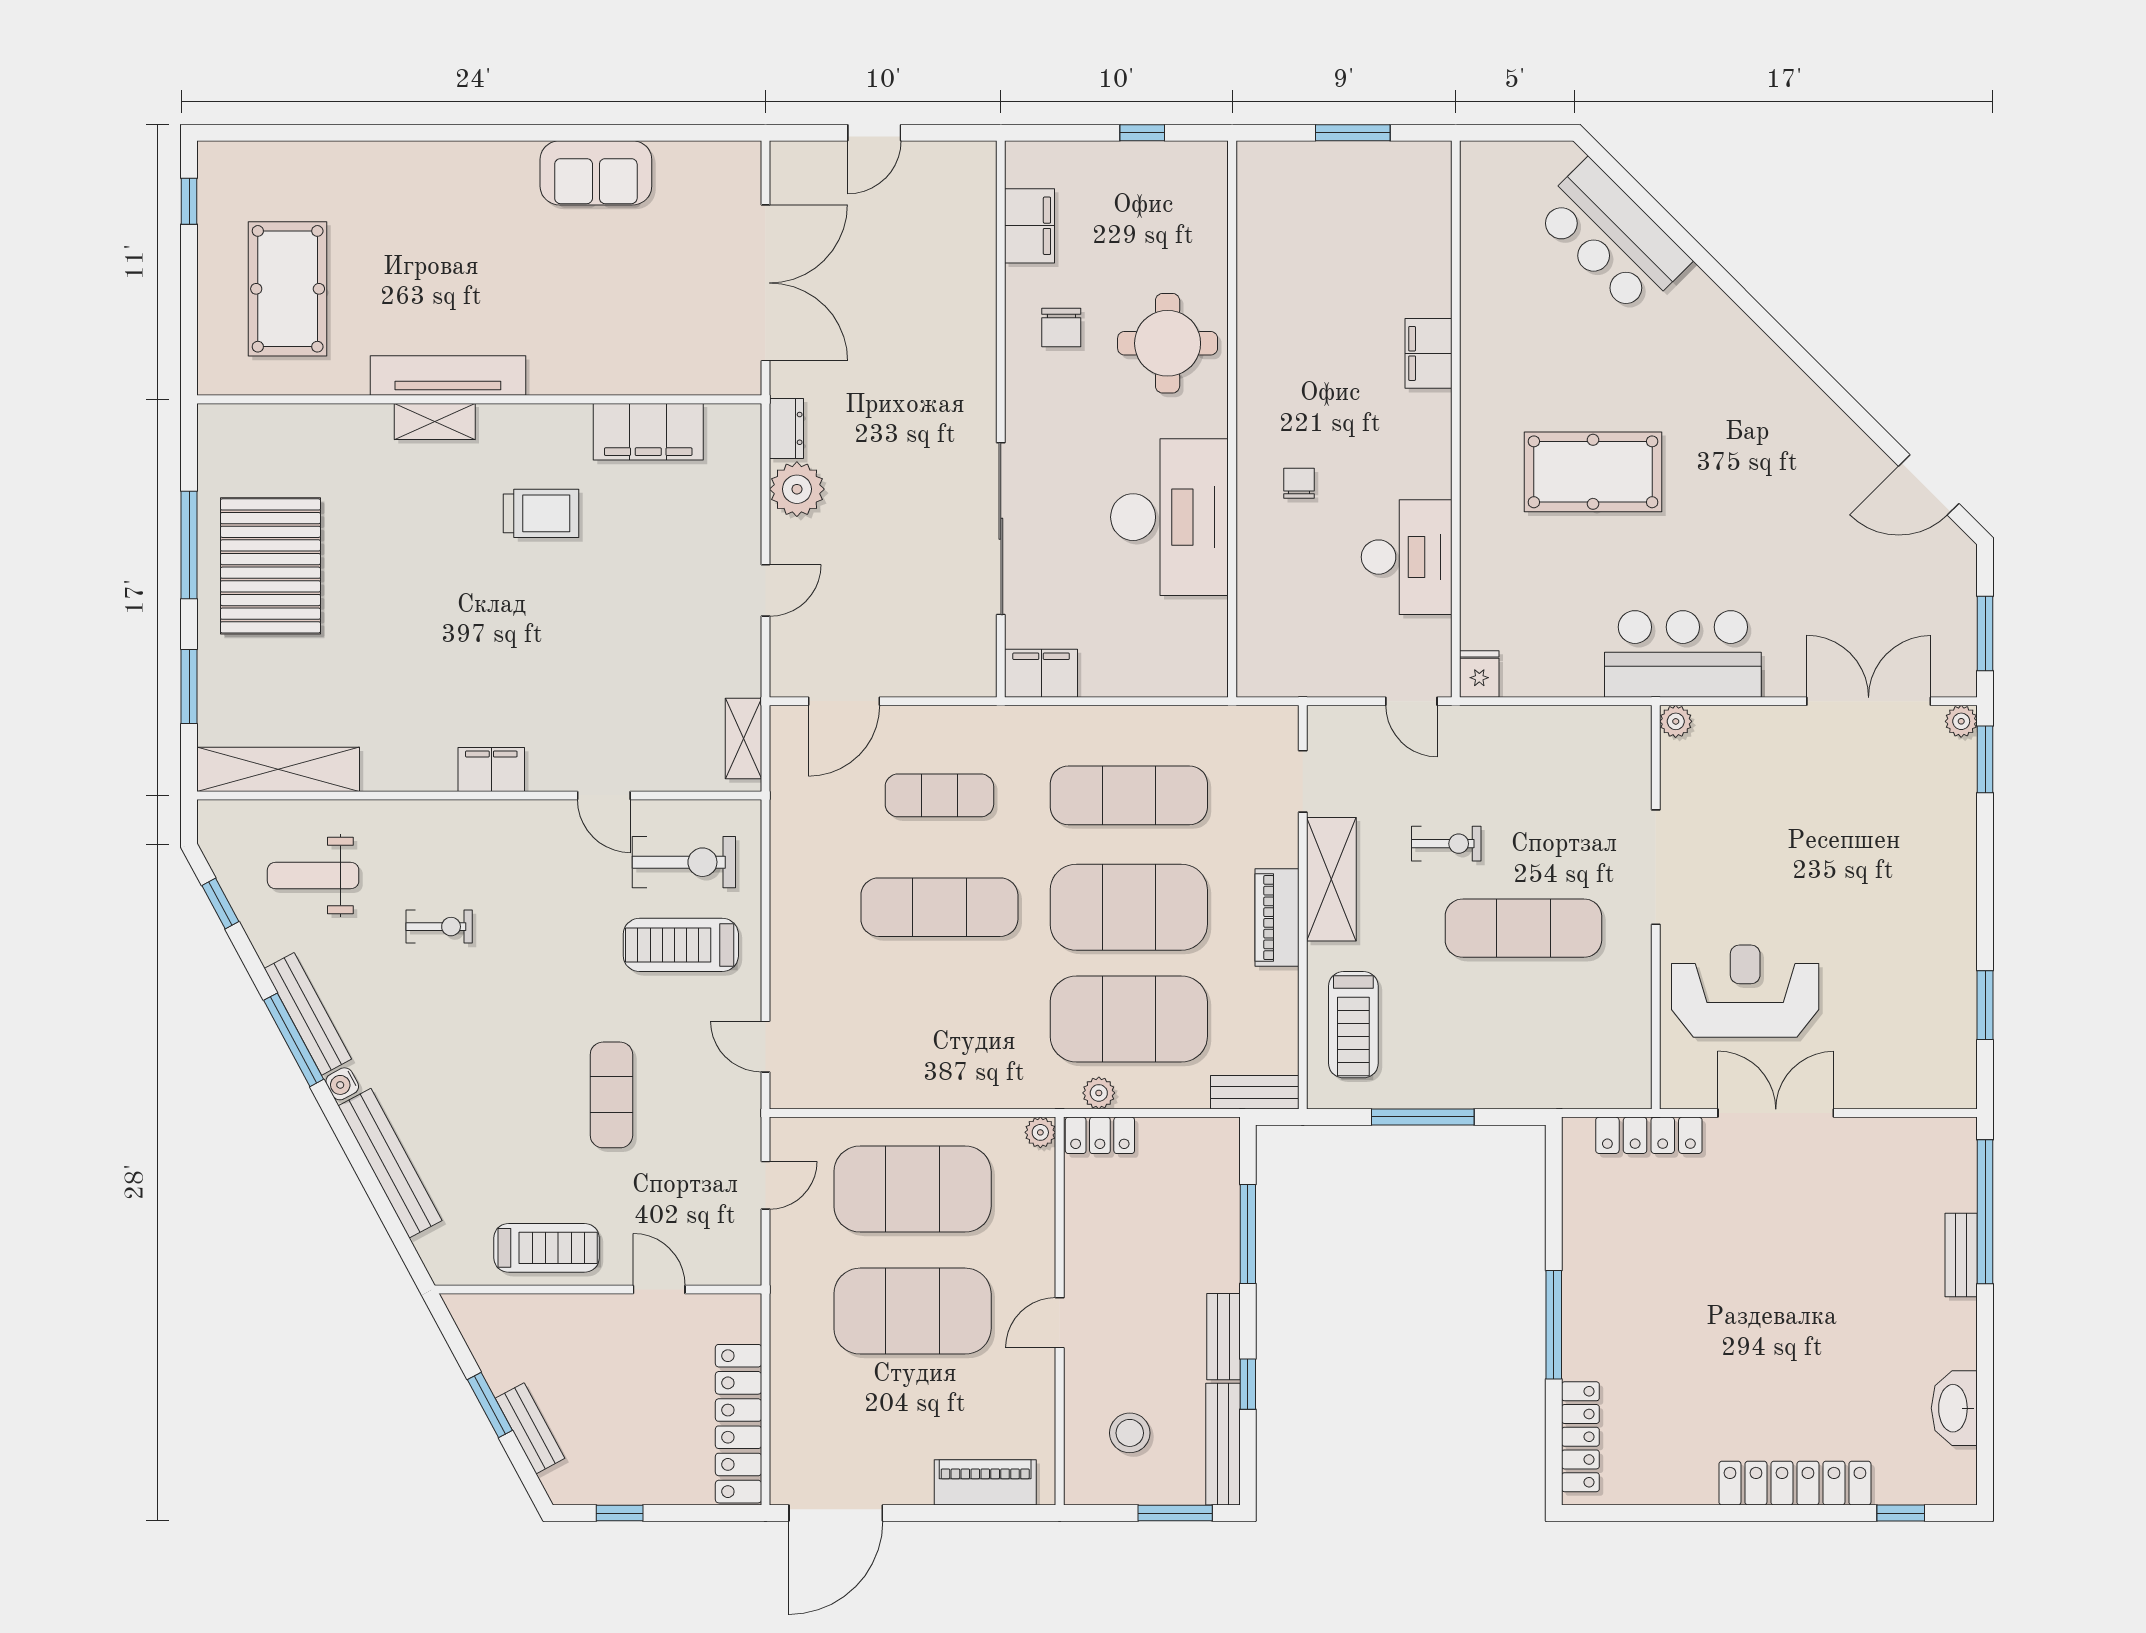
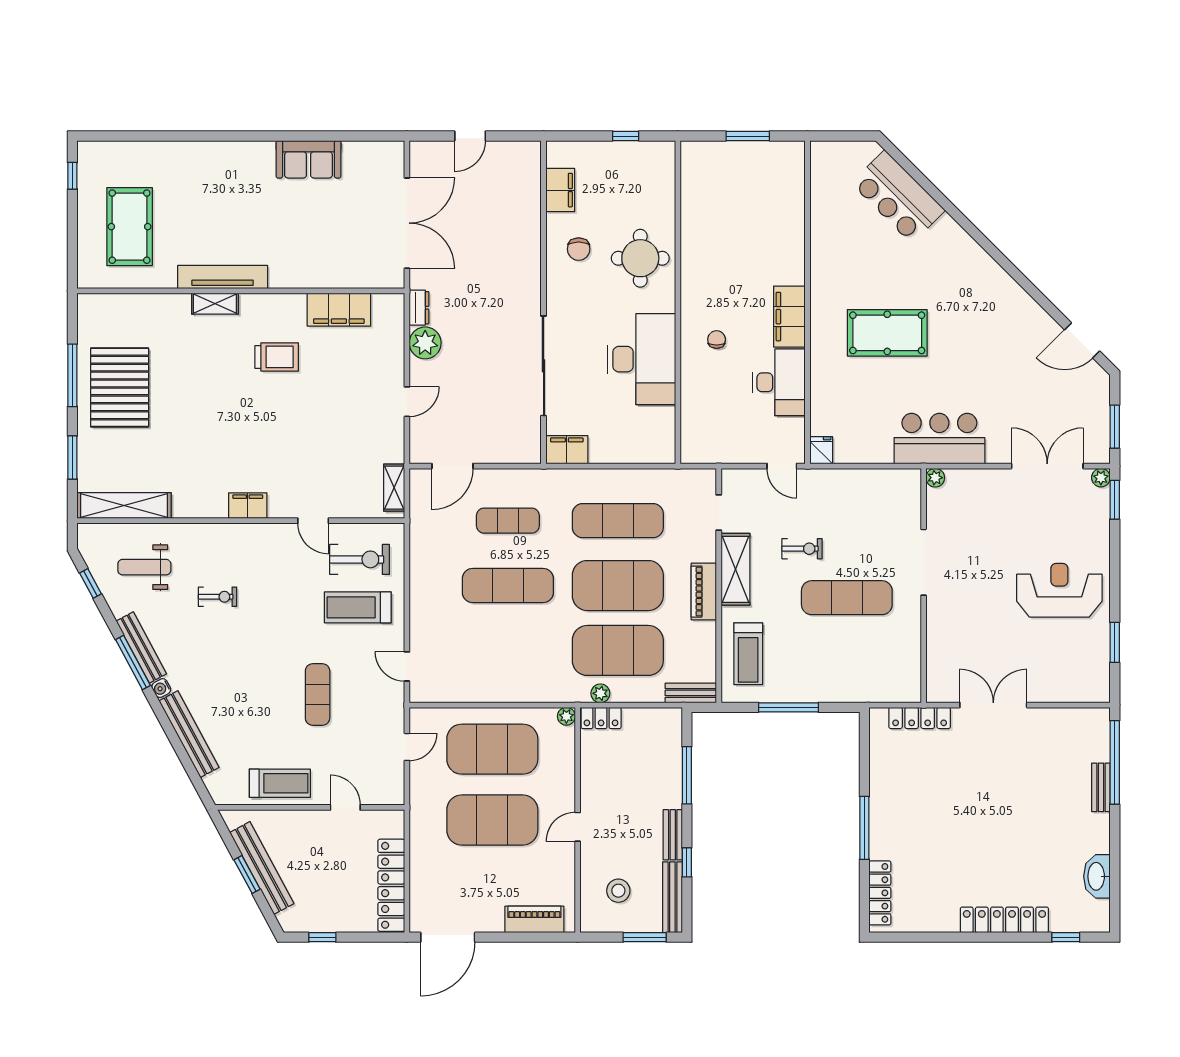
filing cabinet: (1428, 353) -> (789, 317), moved, width x1.50, depth x1.17
reception desk: (1745, 991) -> (1059, 590), moved
bench: (530, 1428) -> (262, 868), width x1.86, depth x1.21

